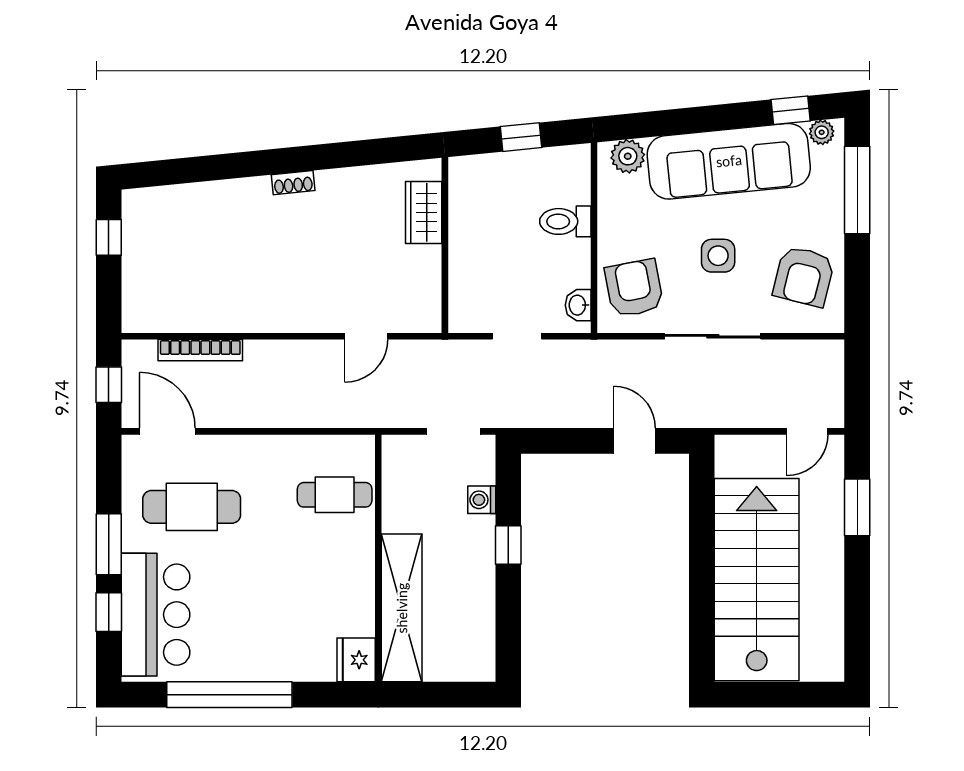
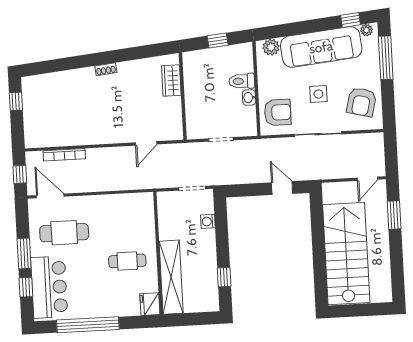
armchair: (634, 288) -> (278, 112), turned 101
washbasin: (578, 305) -> (249, 98), moved
cafe table: (335, 495) -> (127, 261), moved
window: (508, 545) -> (224, 277), moved

